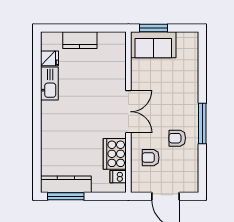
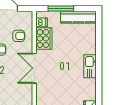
kitchen sink: (49, 84) -> (90, 66), moved
window: (66, 196) -> (61, 9), moved

